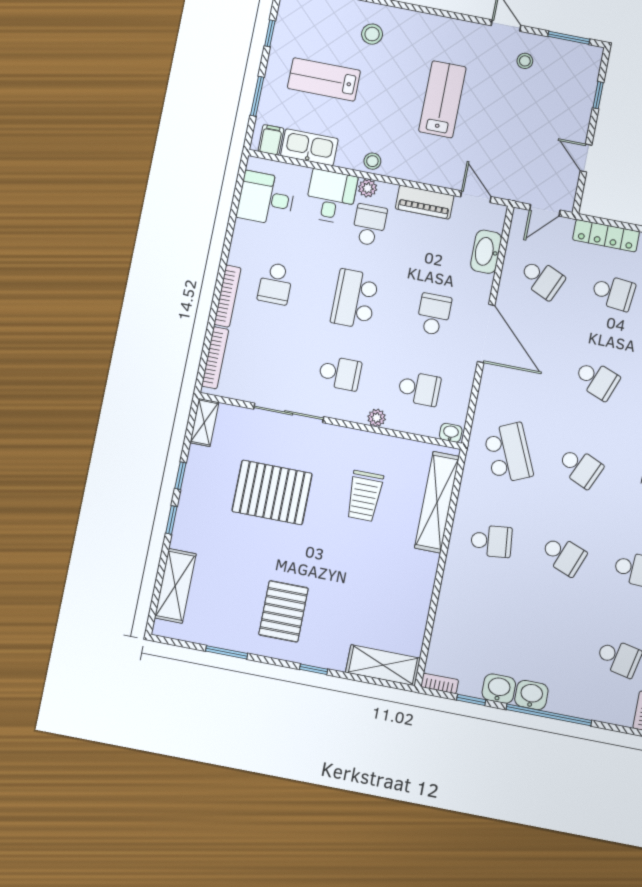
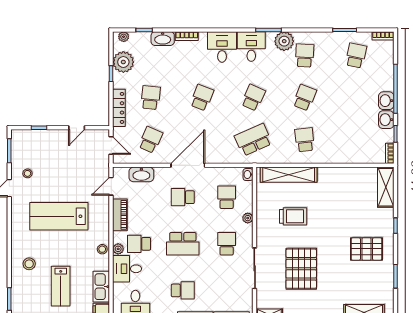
lab bench: (442, 99) -> (59, 216), width x1.36, depth x1.39

